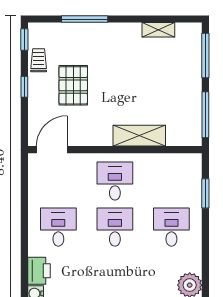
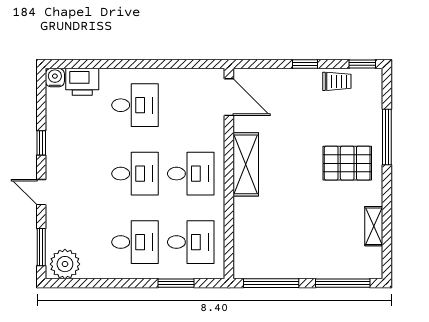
pallet: (73, 85) -> (347, 163), moved
shelving: (139, 136) -> (246, 164), moved
desk: (171, 181) -> (191, 242), added

